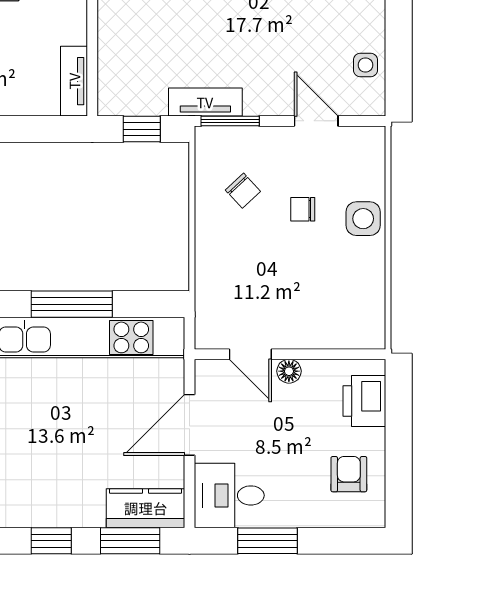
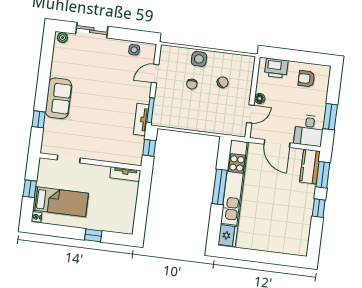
chair: (243, 191) -> (223, 82), moved

